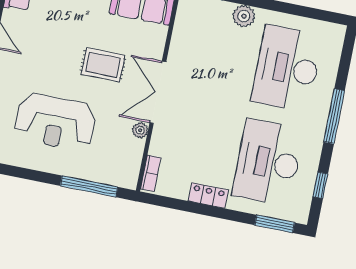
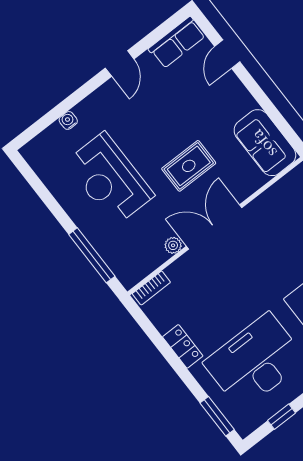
rug: (103, 65) -> (189, 166), turned 90

